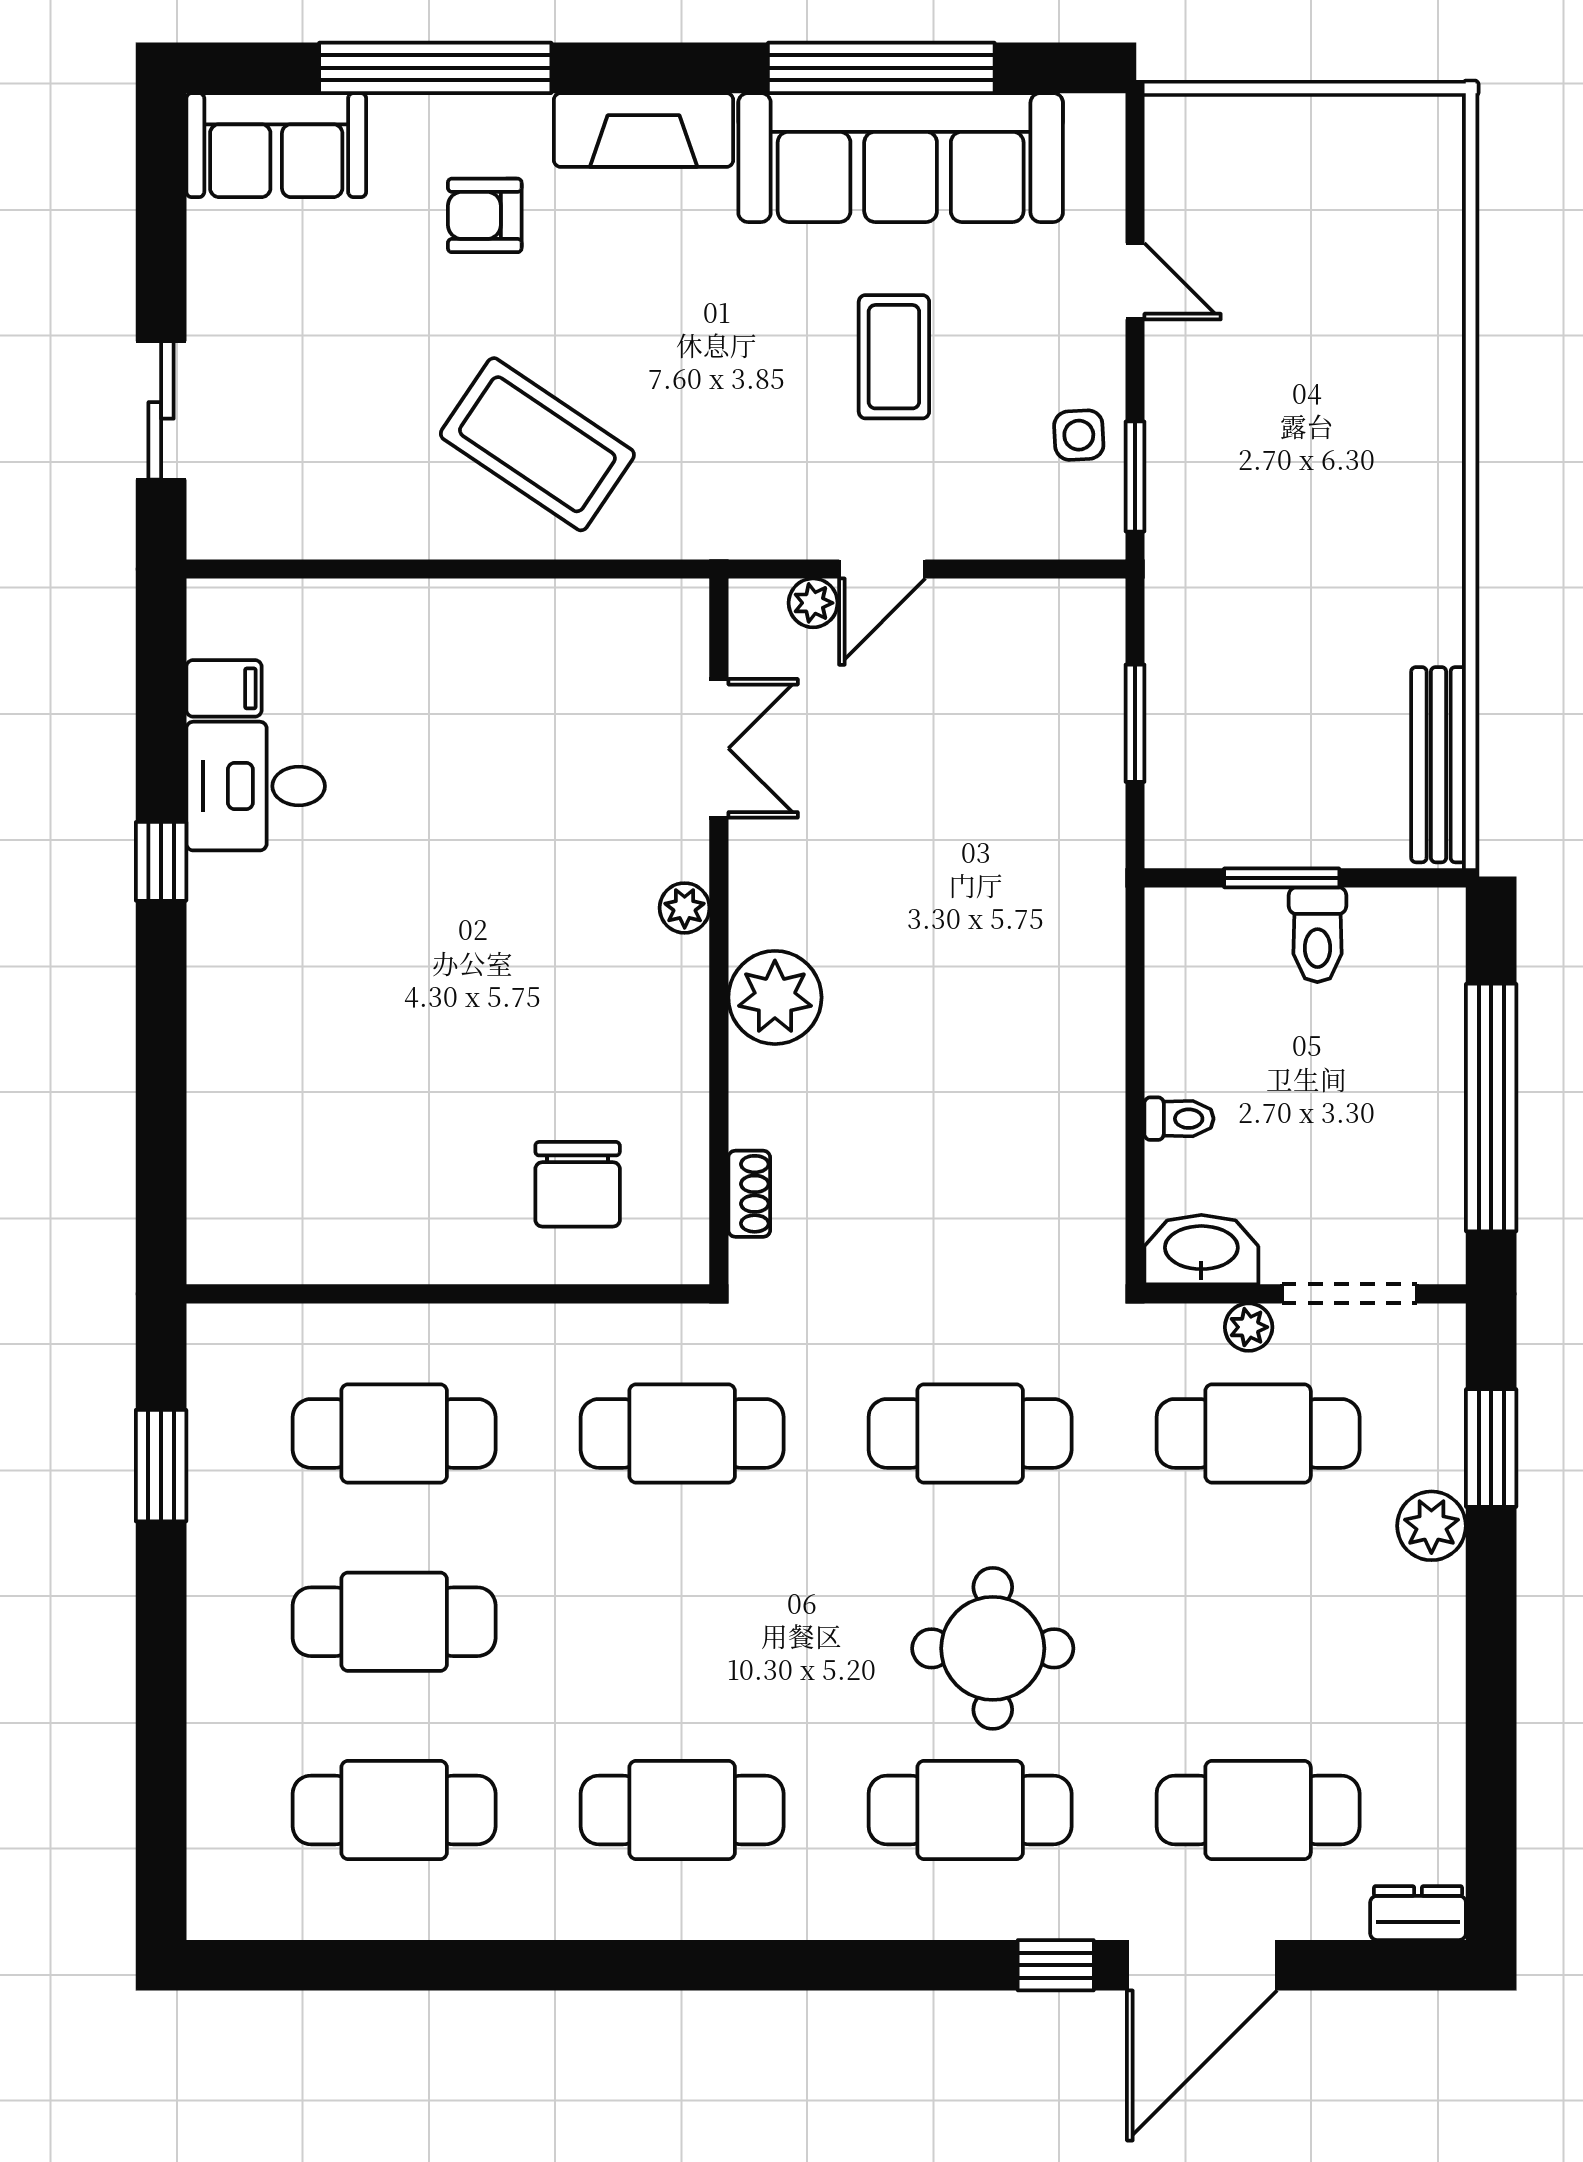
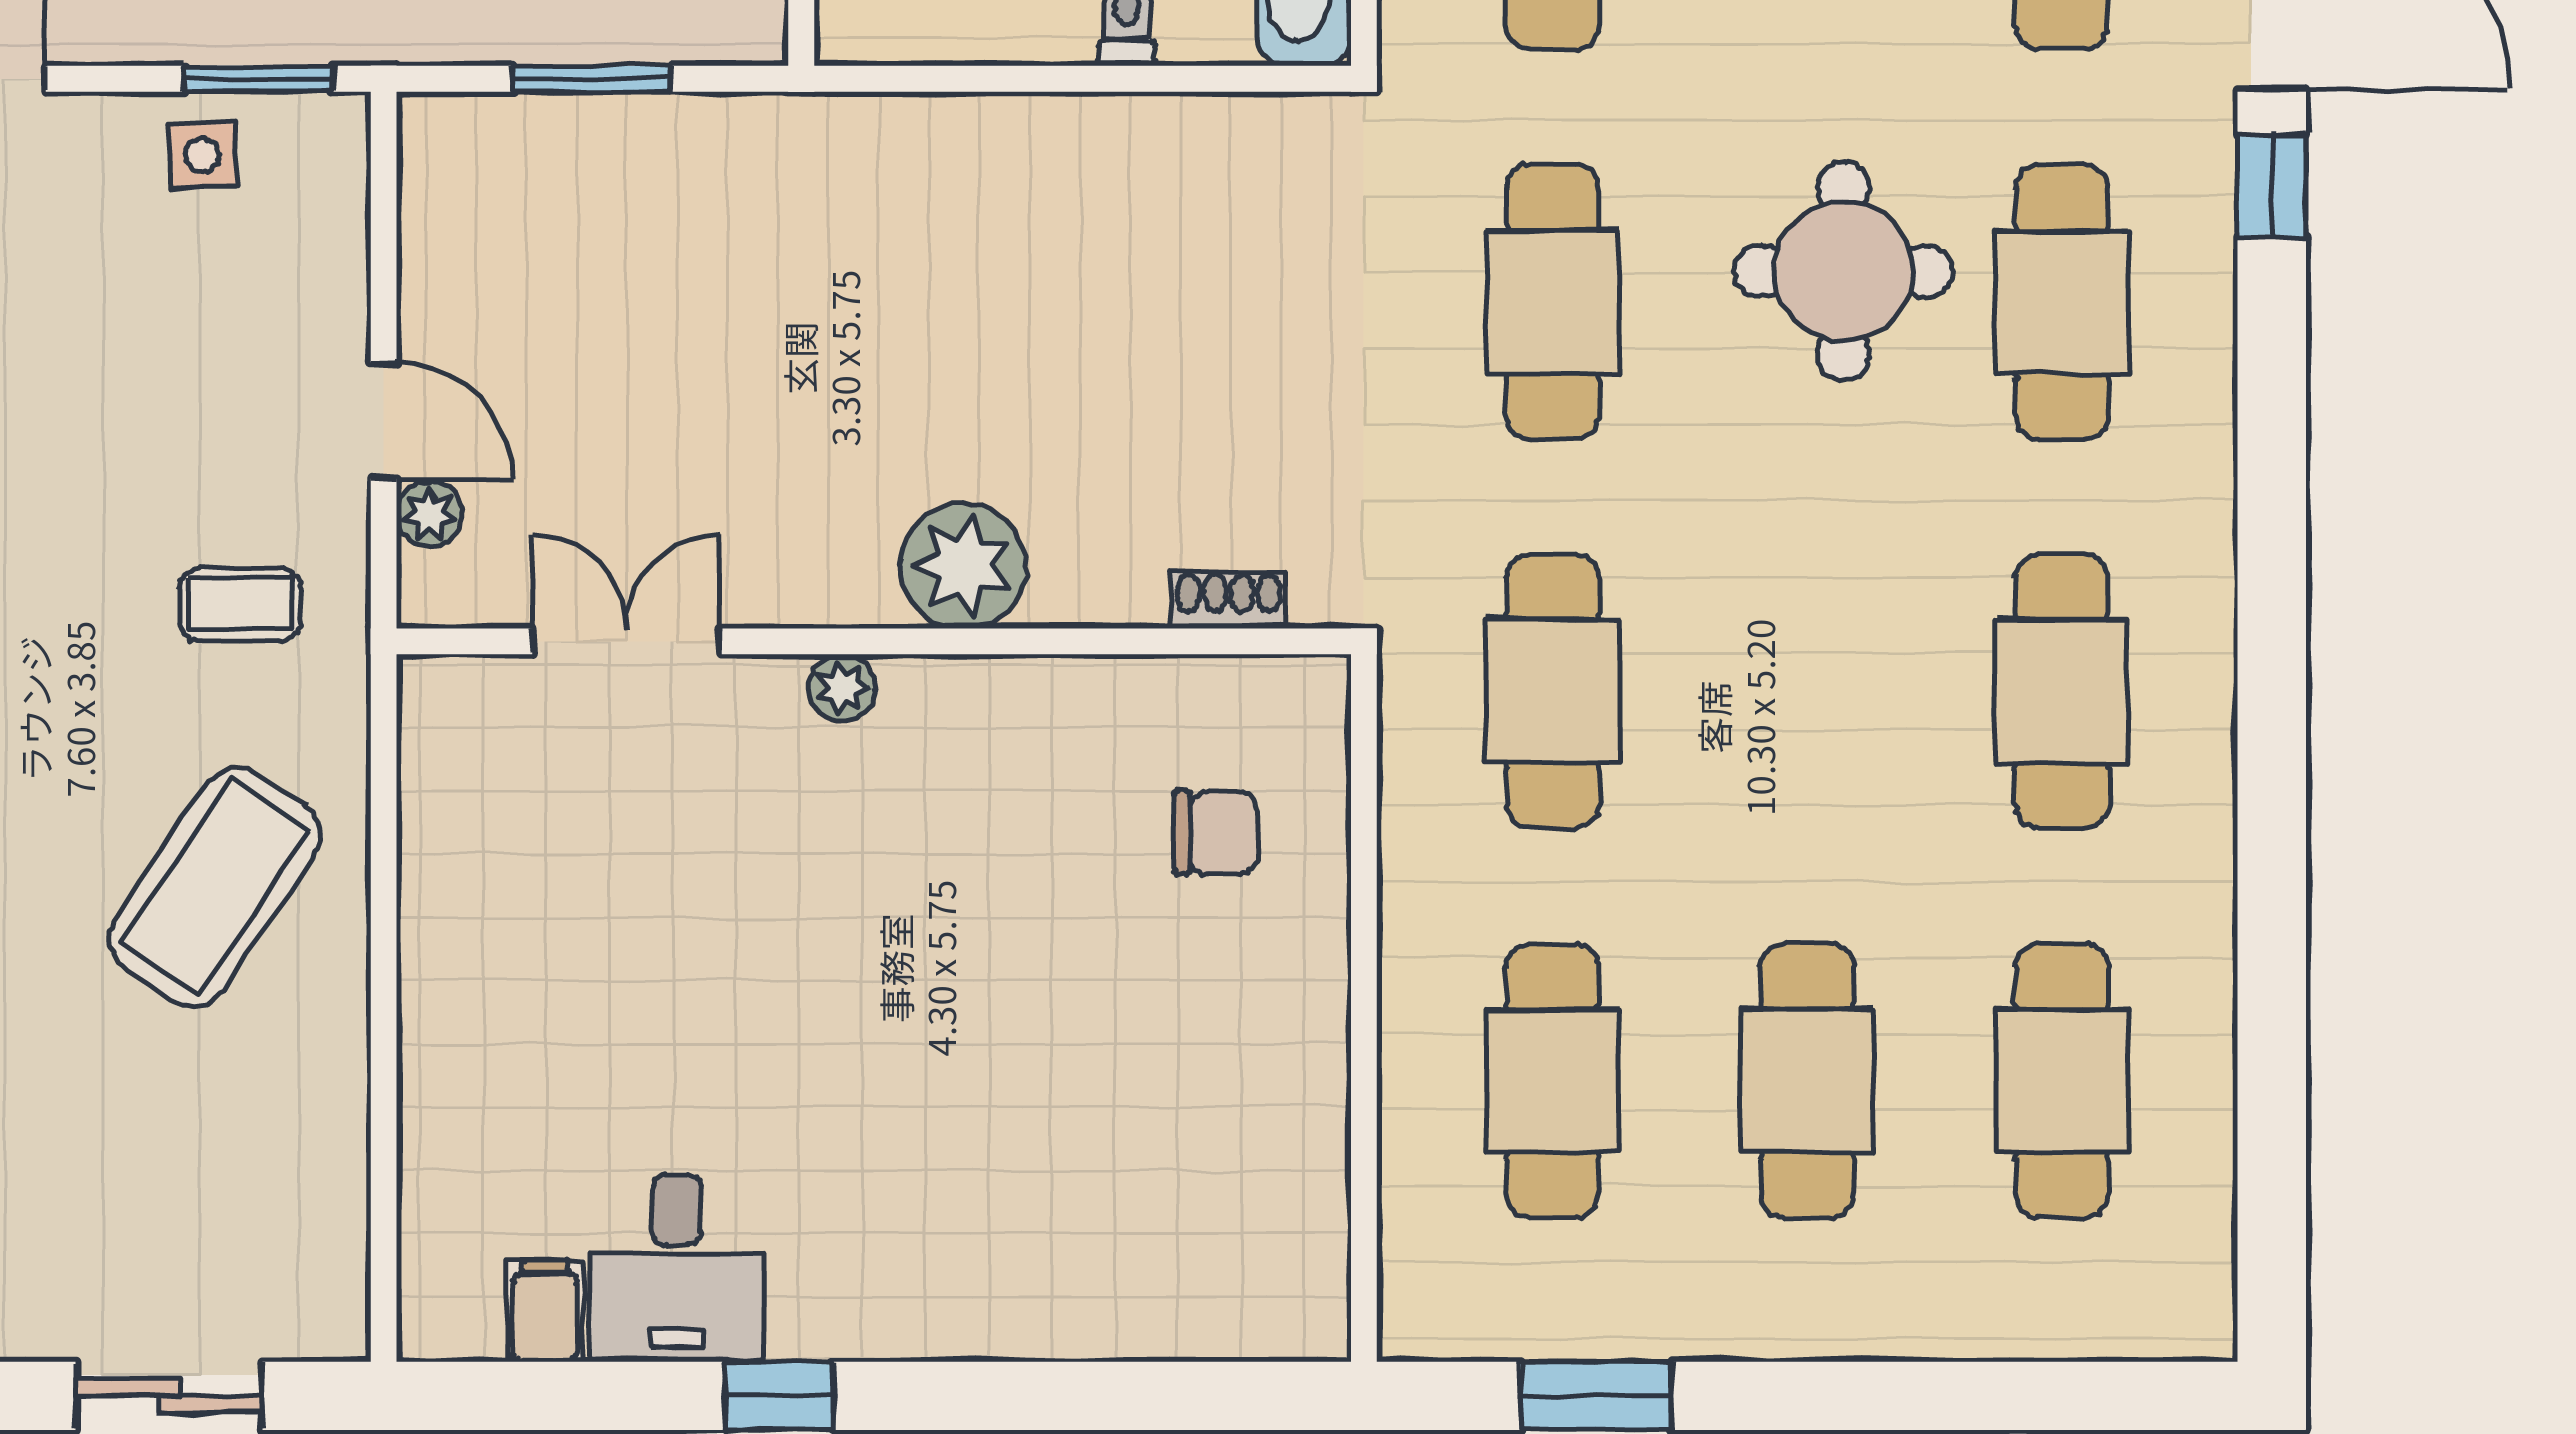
coffee table: (894, 357) -> (240, 604), moved, width x0.73, depth x0.77
chair: (578, 1184) -> (1216, 833), width x0.73, depth x0.73

